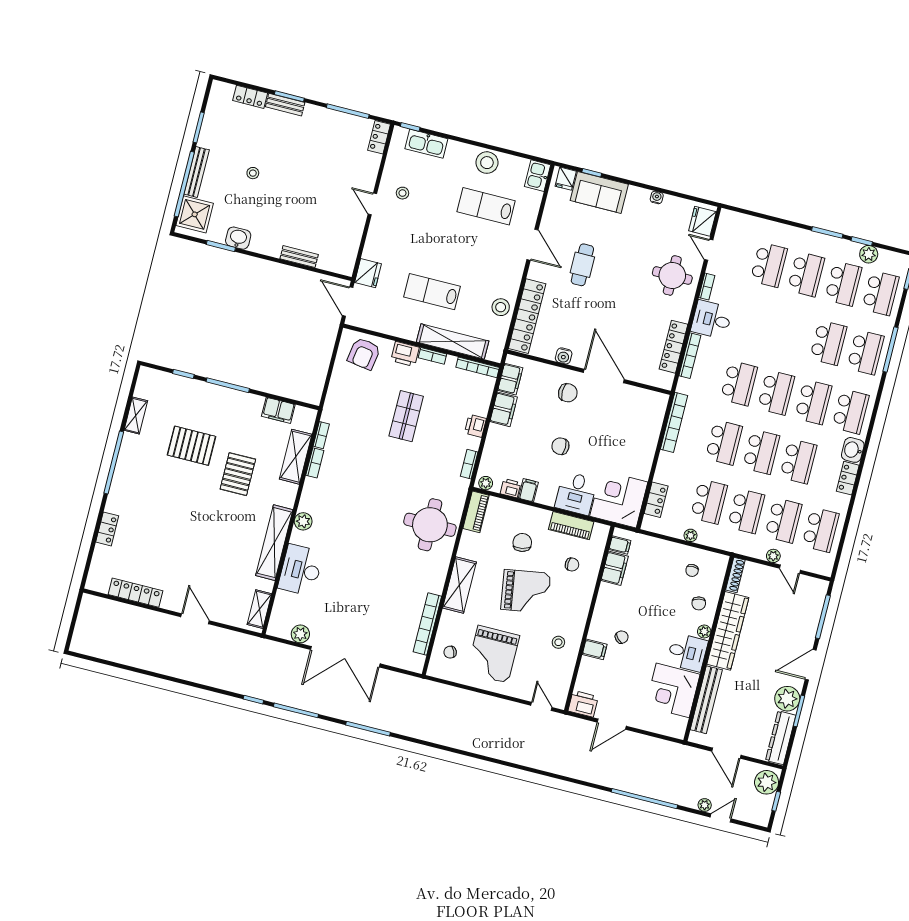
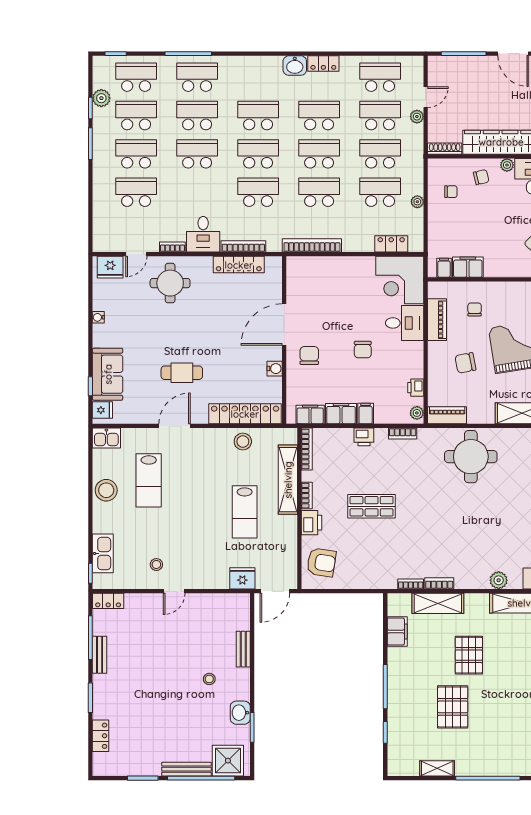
bench: (285, 105) -> (100, 655), moved
stool: (253, 173) -> (209, 679), moved
school desk: (851, 411) -> (197, 154), moved
pallet: (238, 474) -> (469, 655), turned 90
filing cabinet: (528, 490) -> (366, 414), moved, turned 90

